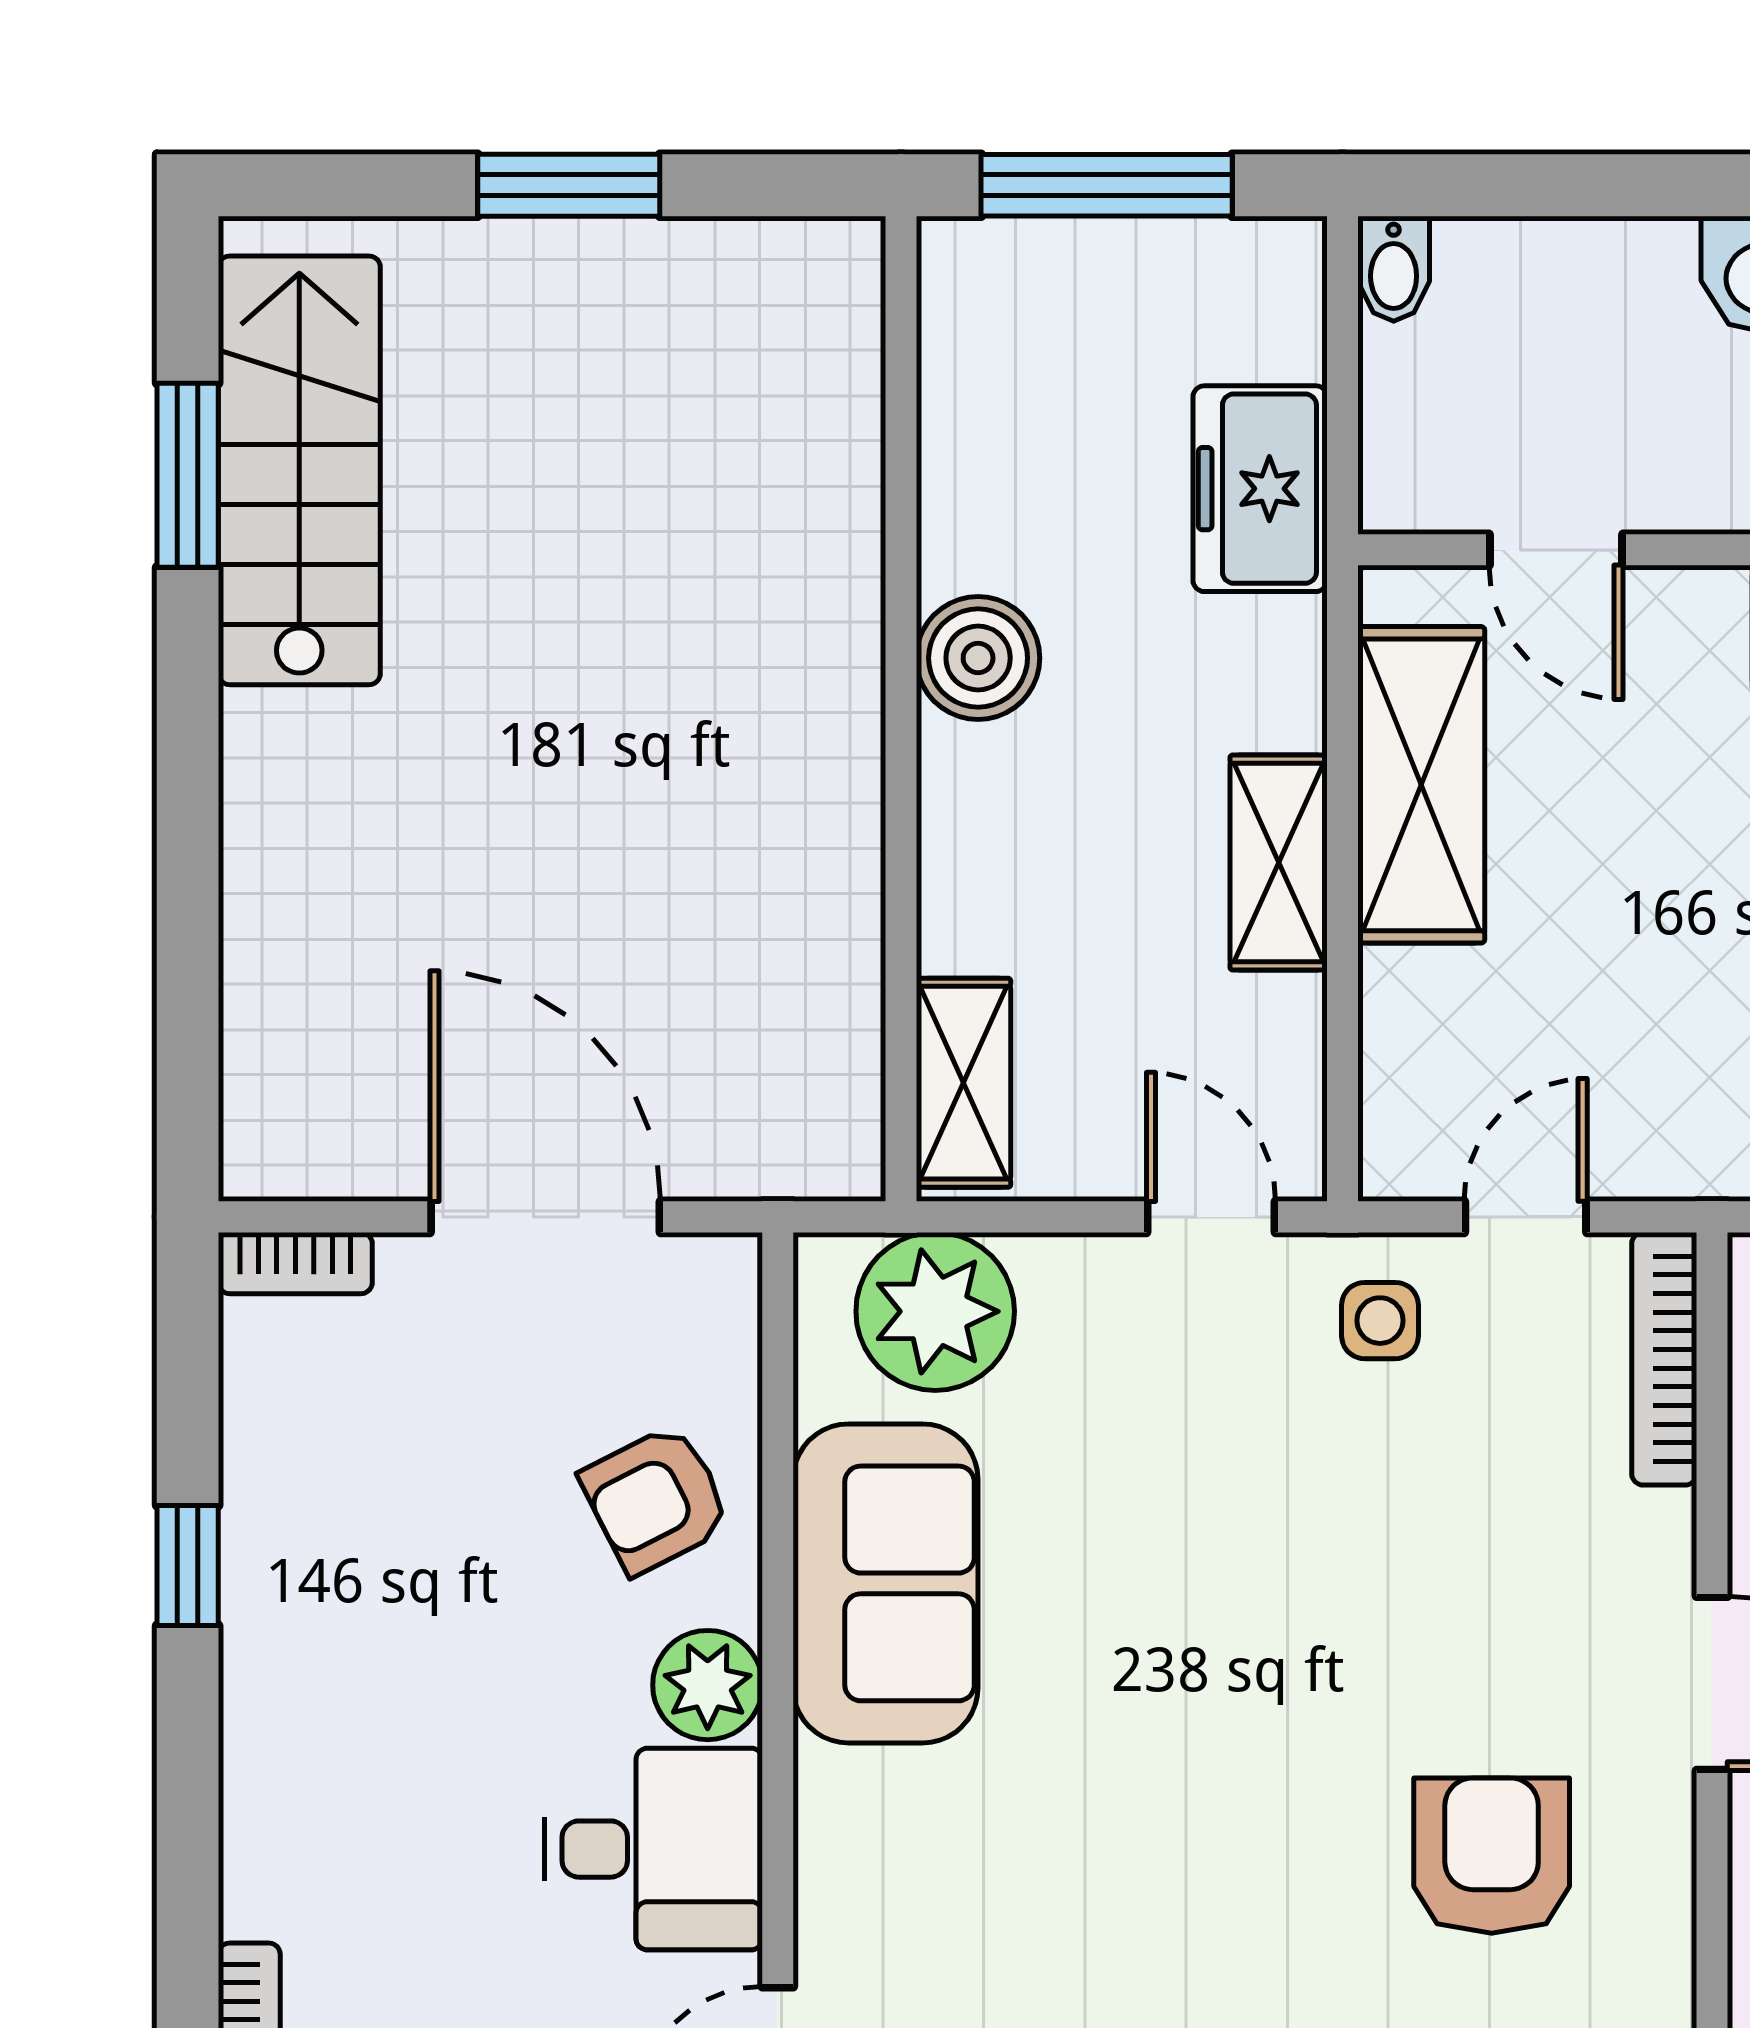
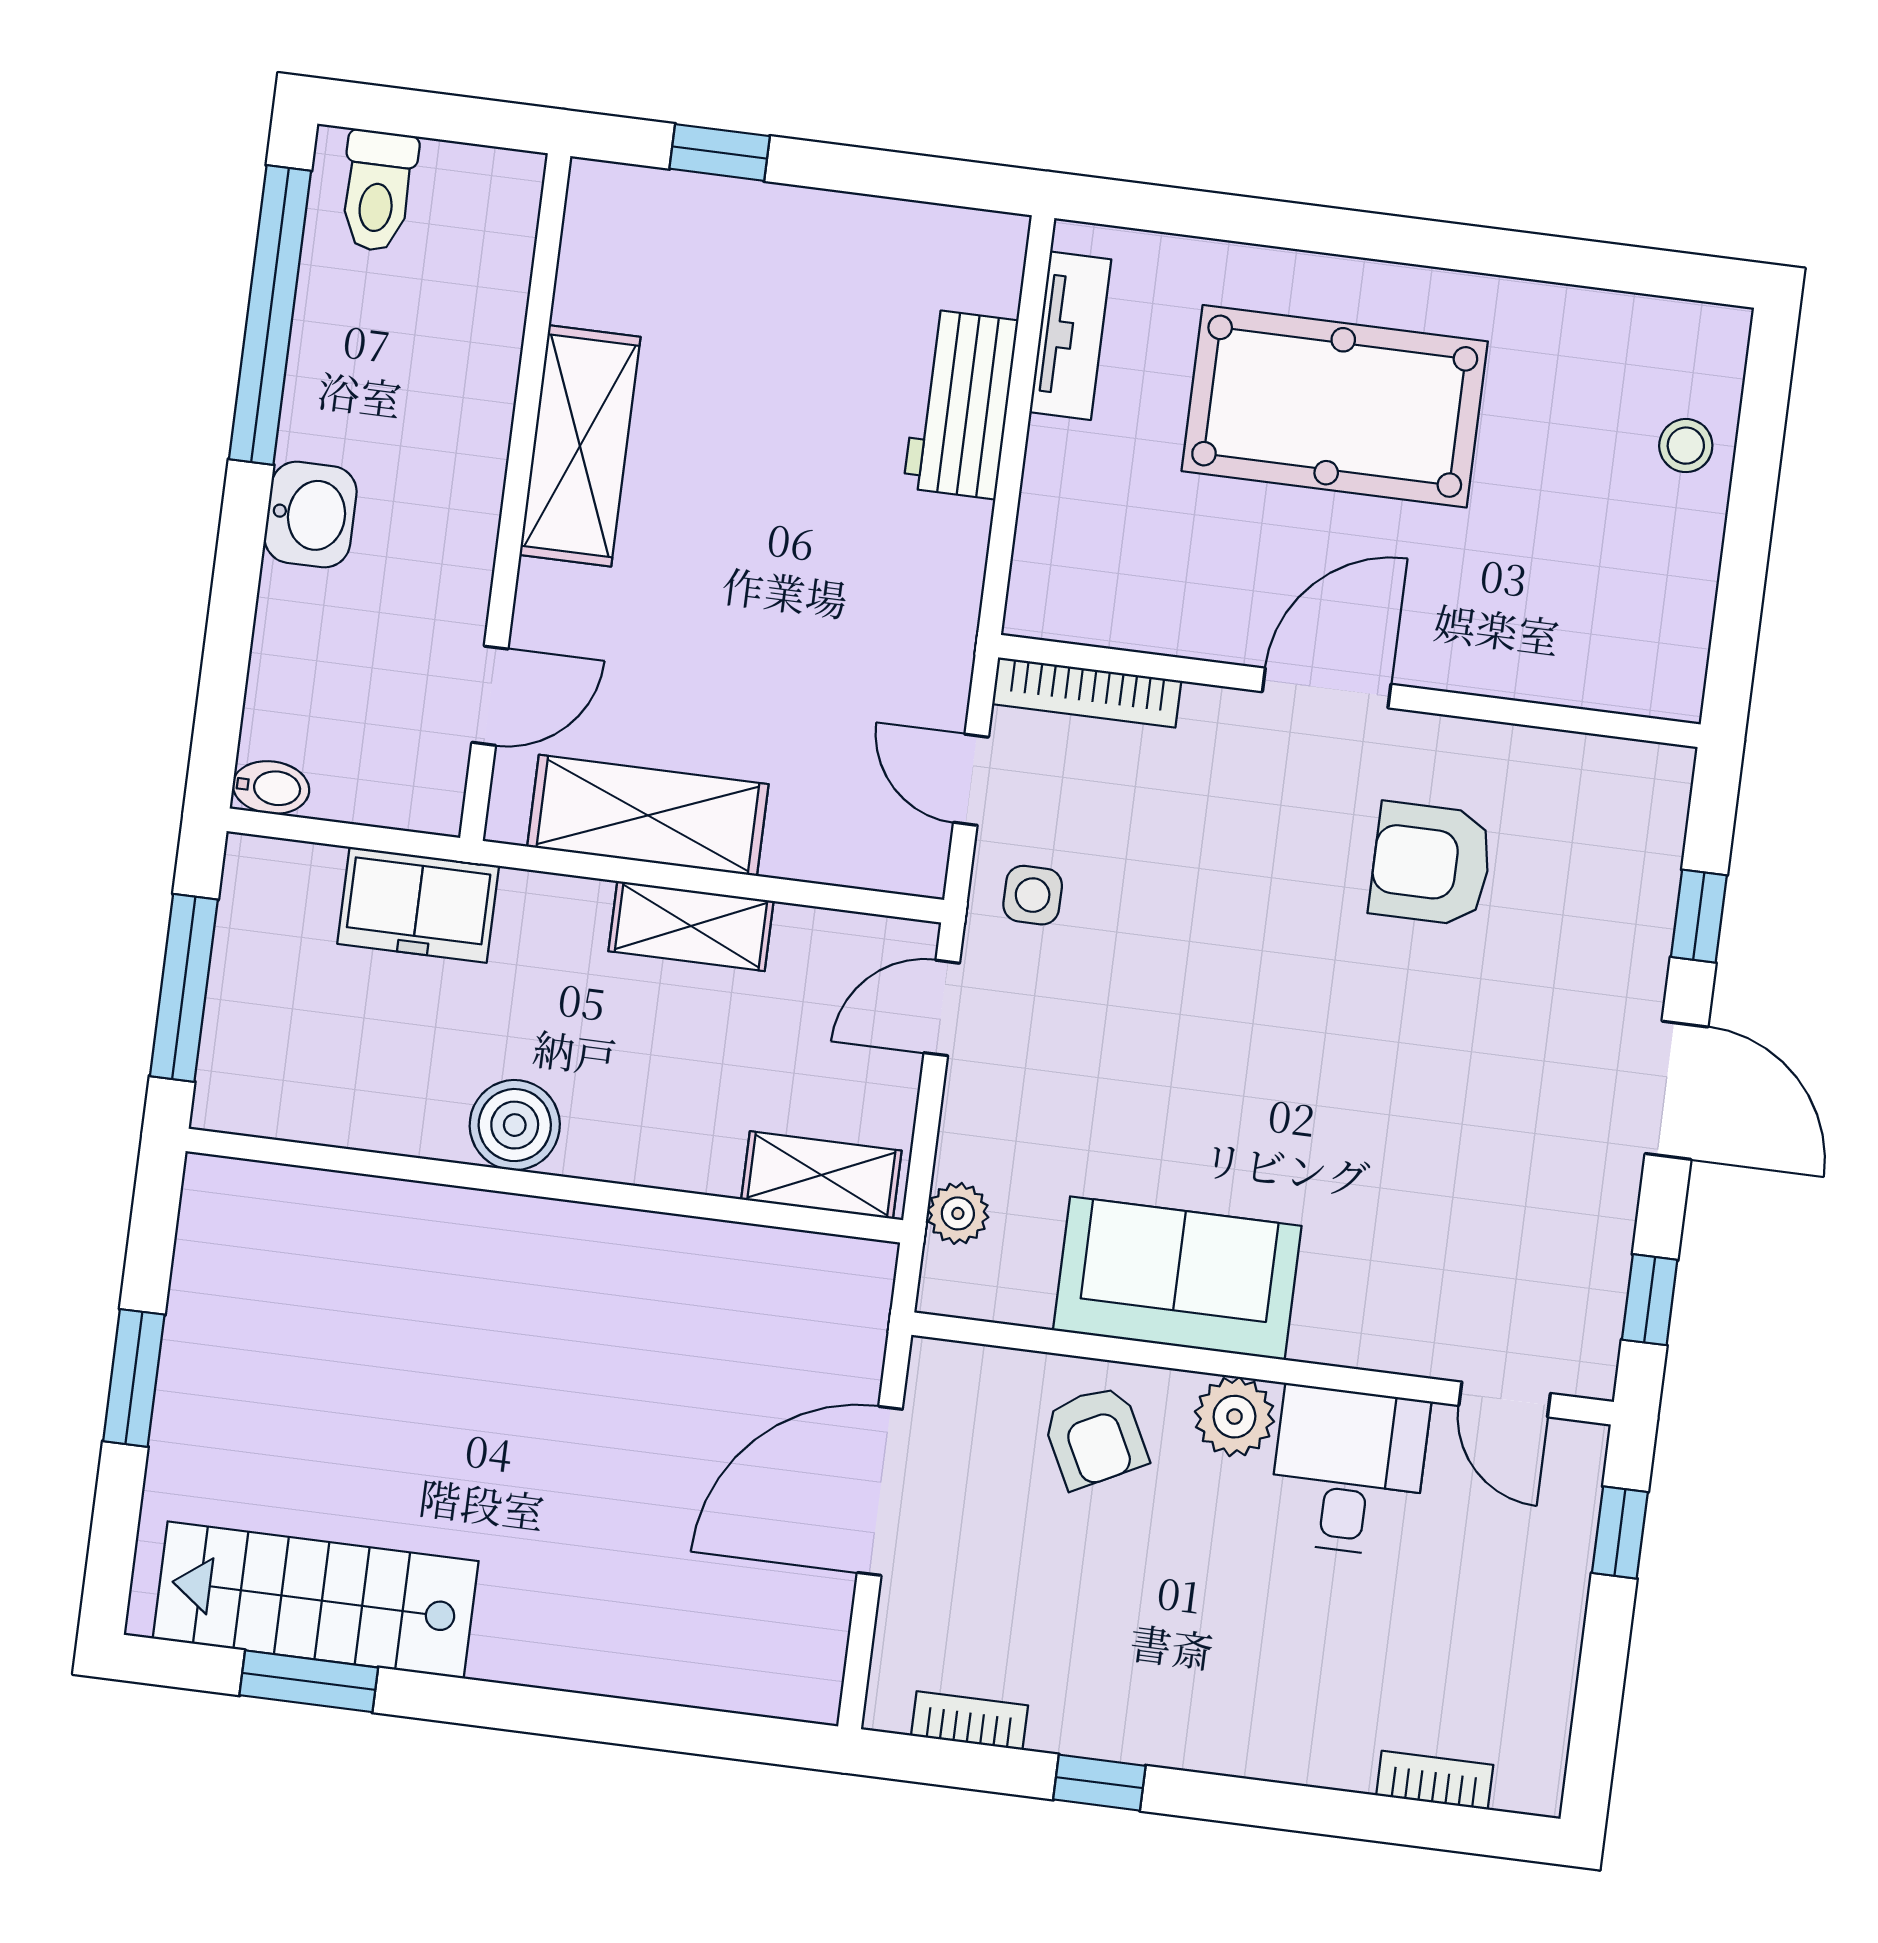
bookcase: (295, 1263) -> (970, 1721), moved, turned -90
plant: (935, 1311) -> (958, 1213), width x0.53, depth x0.53

